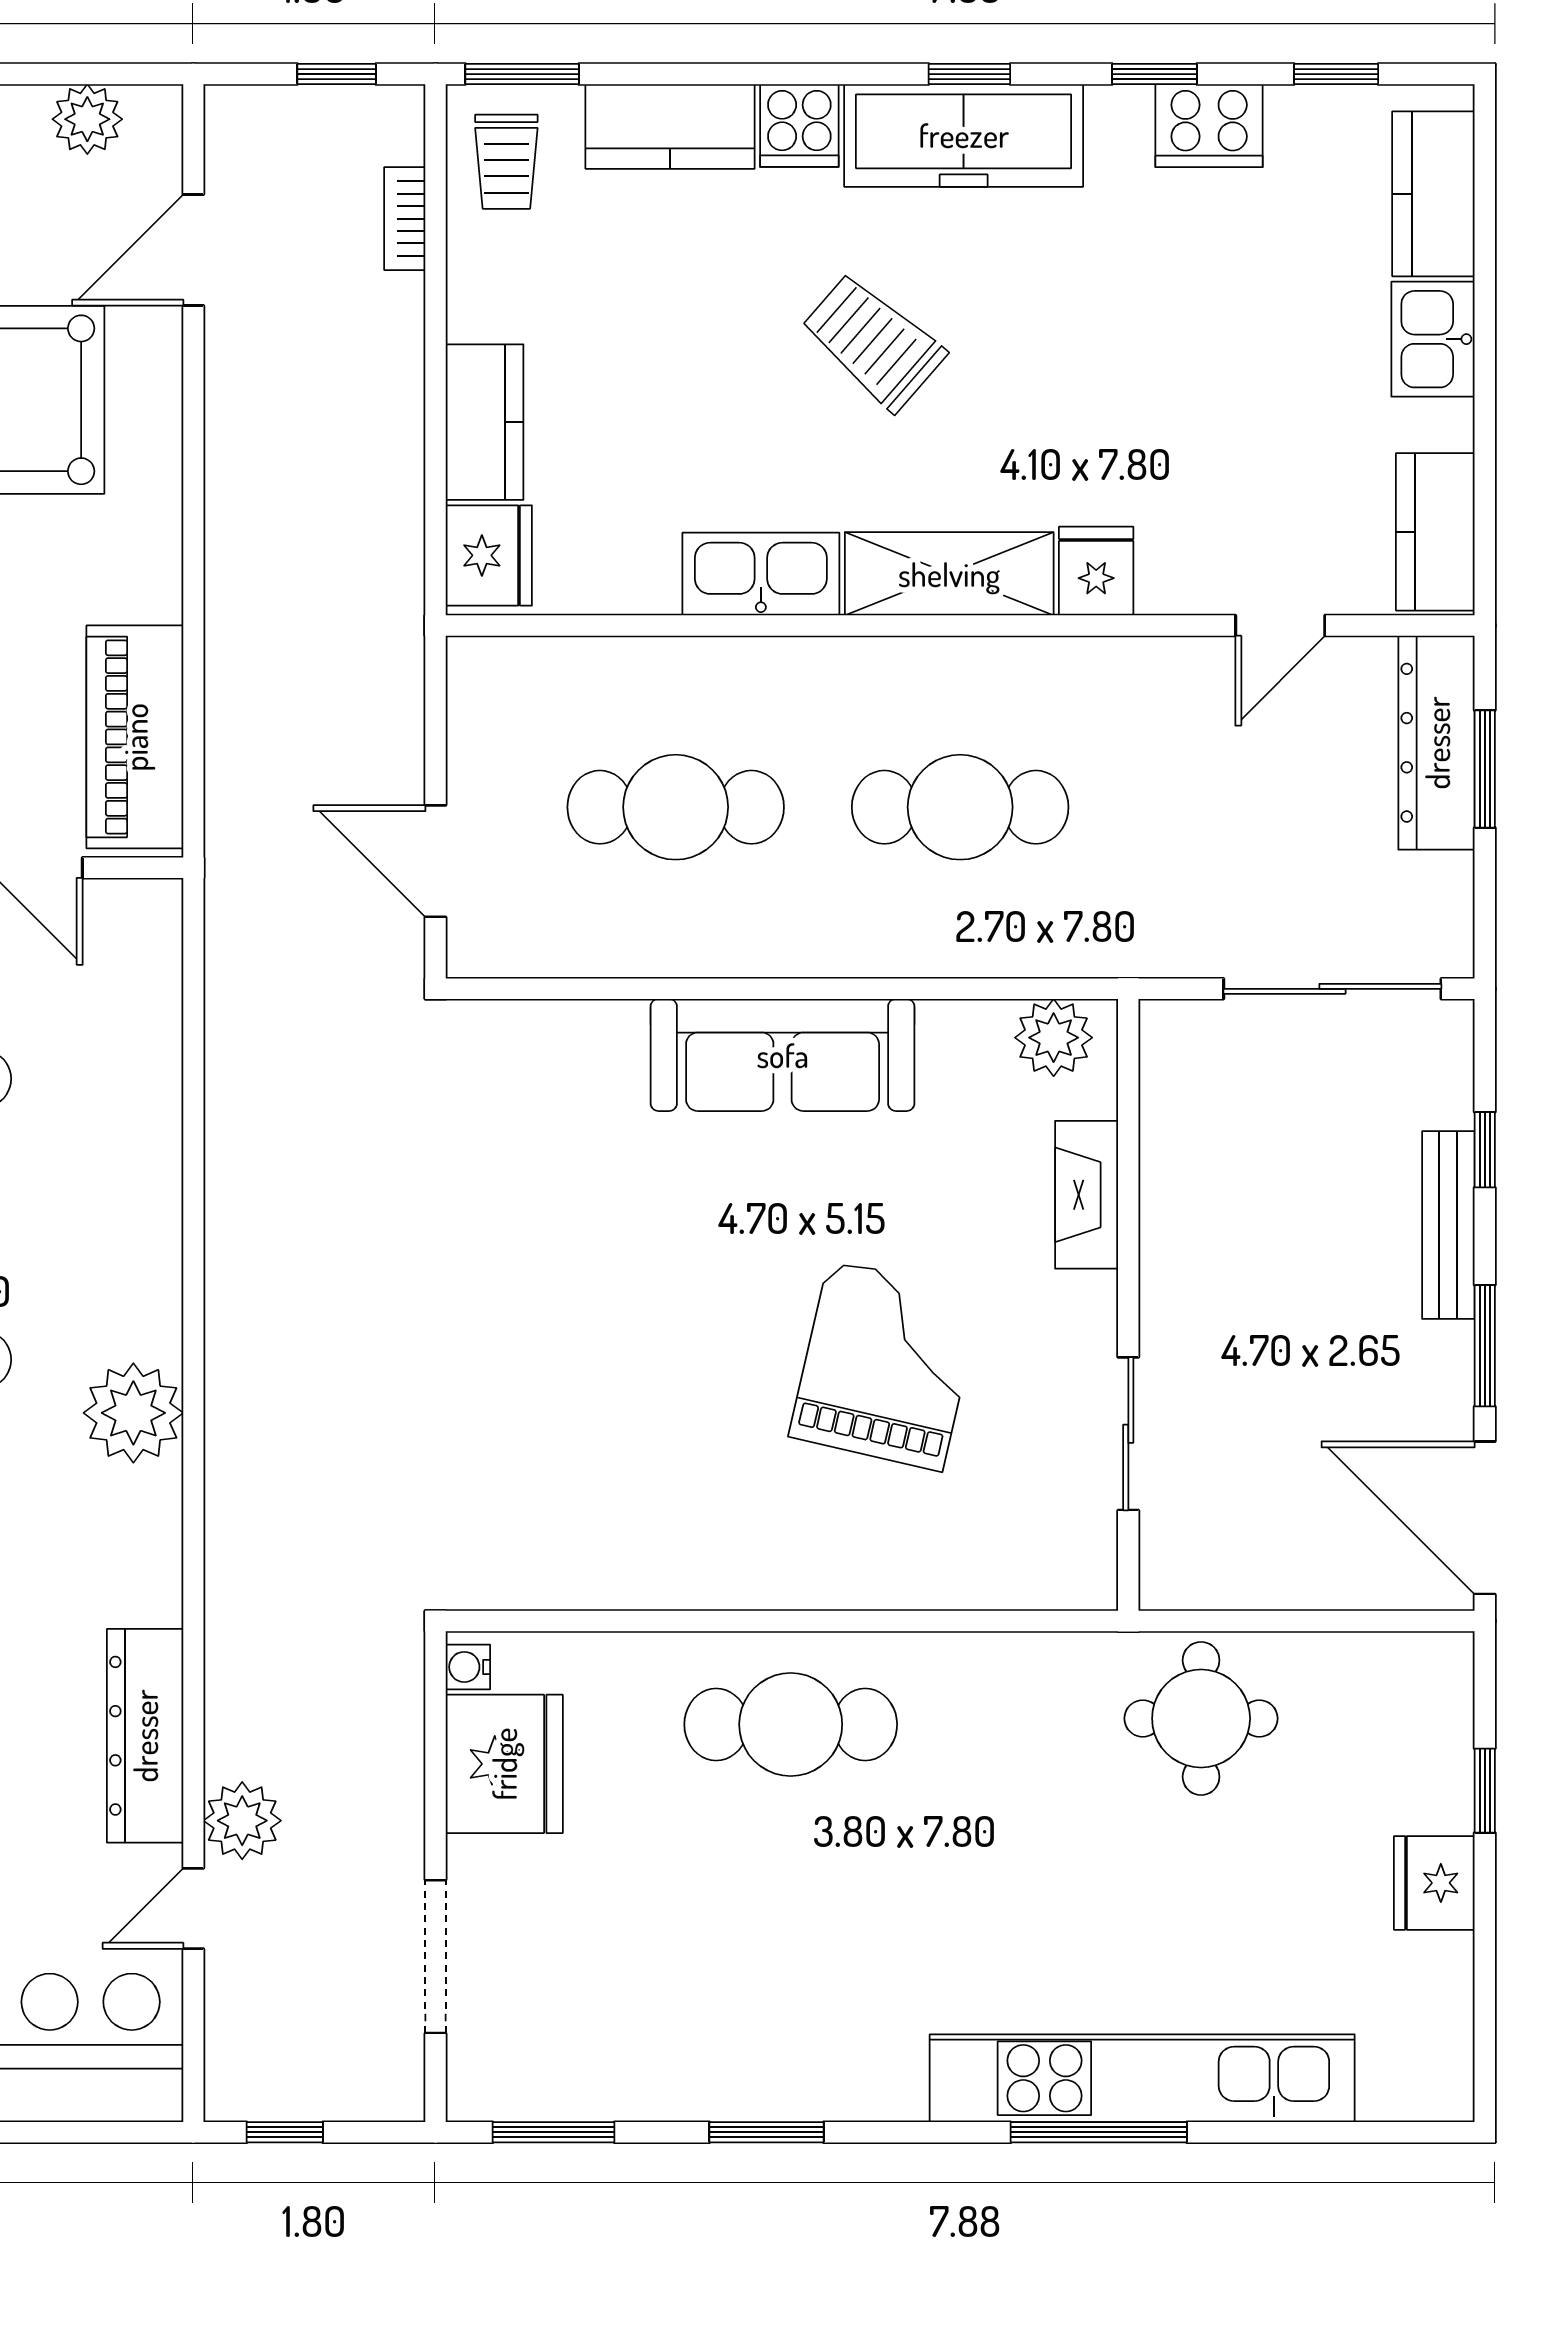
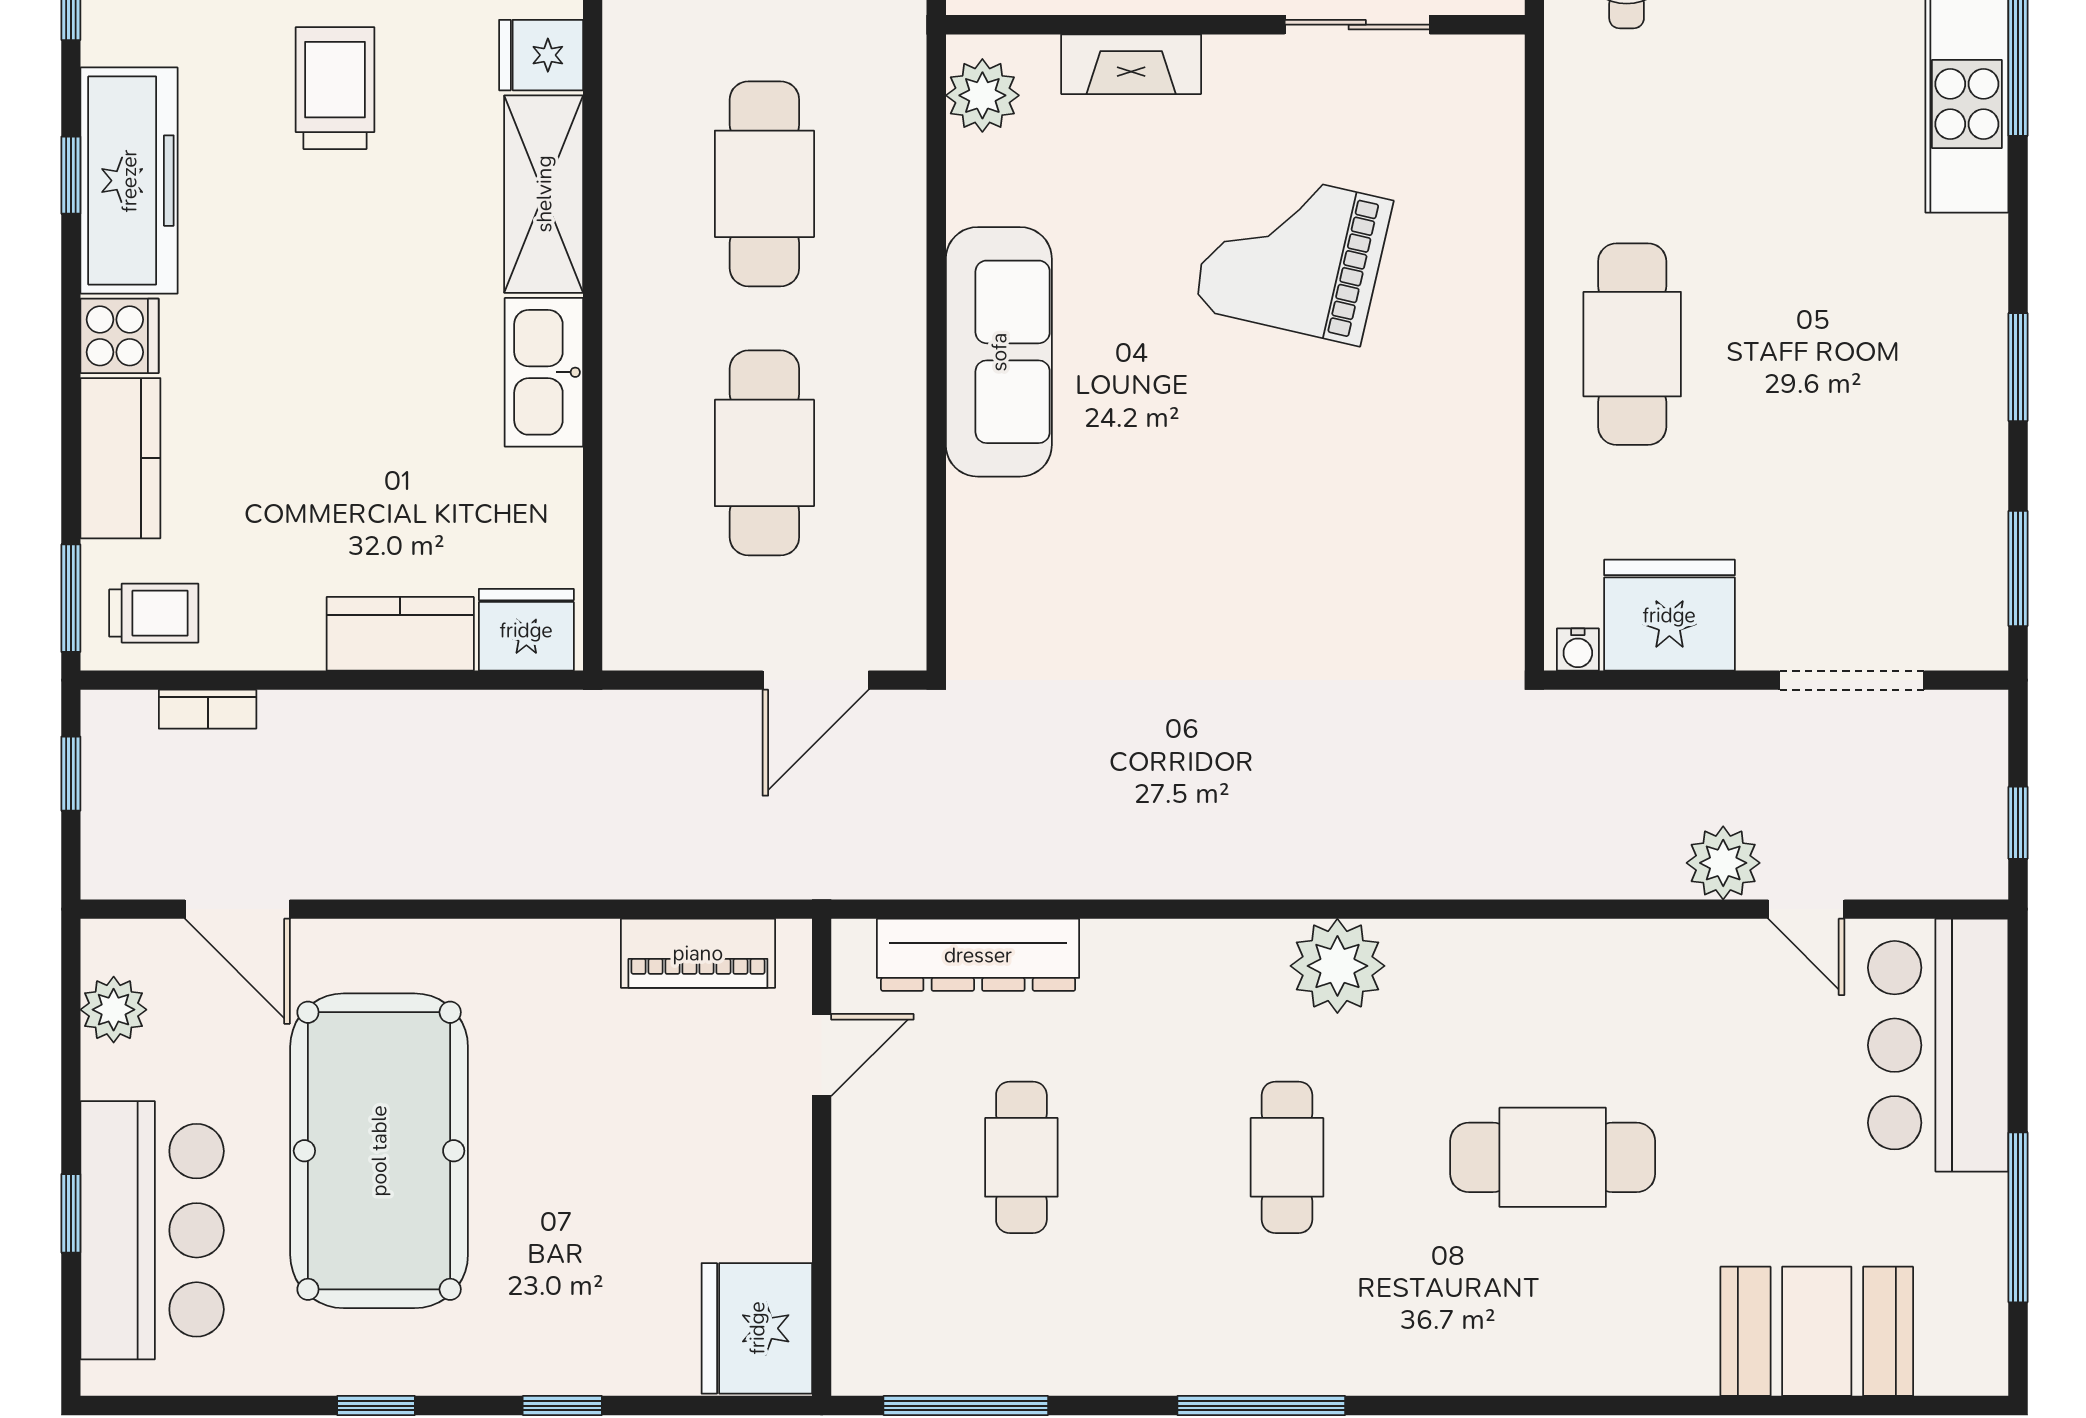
trolley: (873, 342) -> (335, 88), moved, turned 139
piano: (135, 737) -> (698, 953), width x0.73, depth x0.75
dresser: (145, 1736) -> (978, 955), moved

